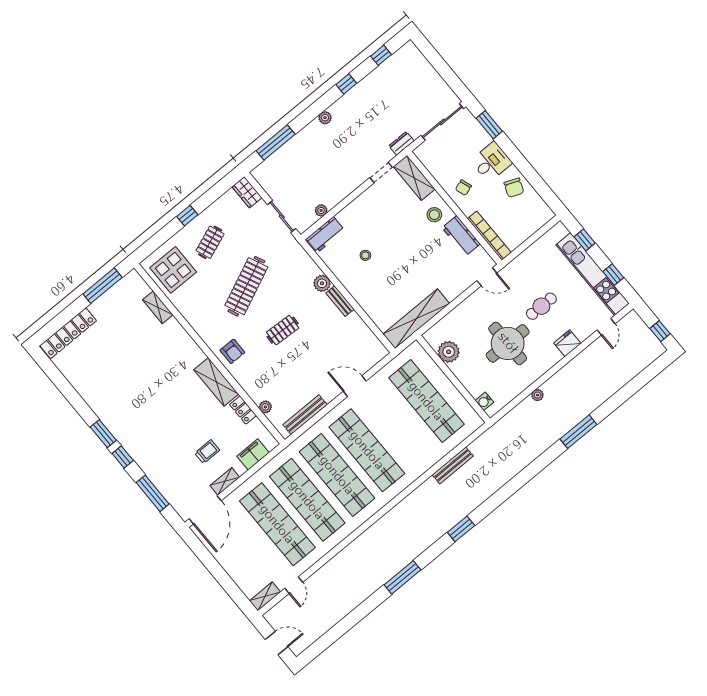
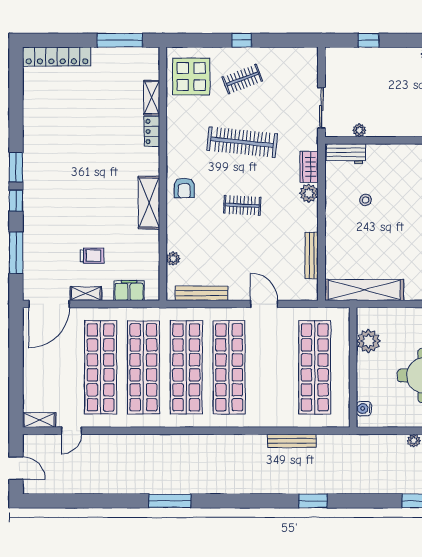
window: (276, 143) -> (369, 40), width x0.46
wardrobe: (247, 192) -> (309, 167), moved
clothes rail: (246, 286) -> (242, 142), turned 30
bench: (340, 301) -> (312, 256), moved, width x1.36
locker: (243, 410) -> (152, 131), moved
window: (461, 529) -> (313, 501), moved

